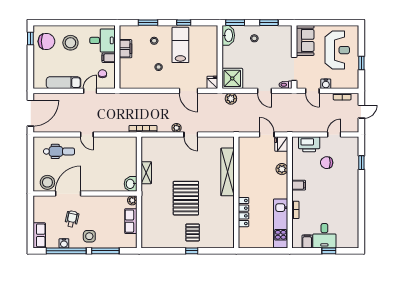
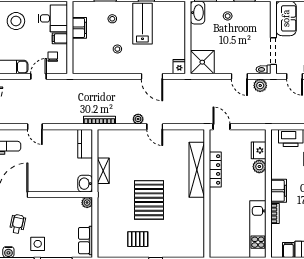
plant: (231, 99) -> (260, 85), moved
door: (267, 135) -> (221, 127), moved
fridge: (281, 144) -> (259, 150), moved
kitchen counter: (131, 149) -> (85, 144), added
filing cabinet: (299, 185) -> (279, 191), width x2.00
locker: (244, 212) -> (215, 169), moved
row of seats: (131, 221) -> (86, 241), moved
pallet: (193, 232) -> (138, 239), moved, turned 90

